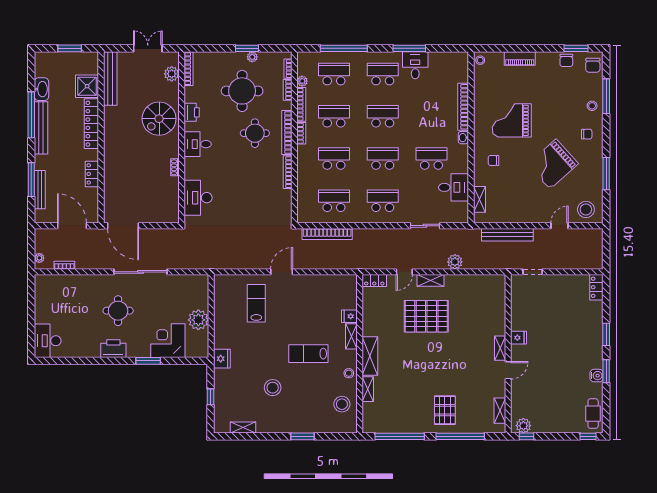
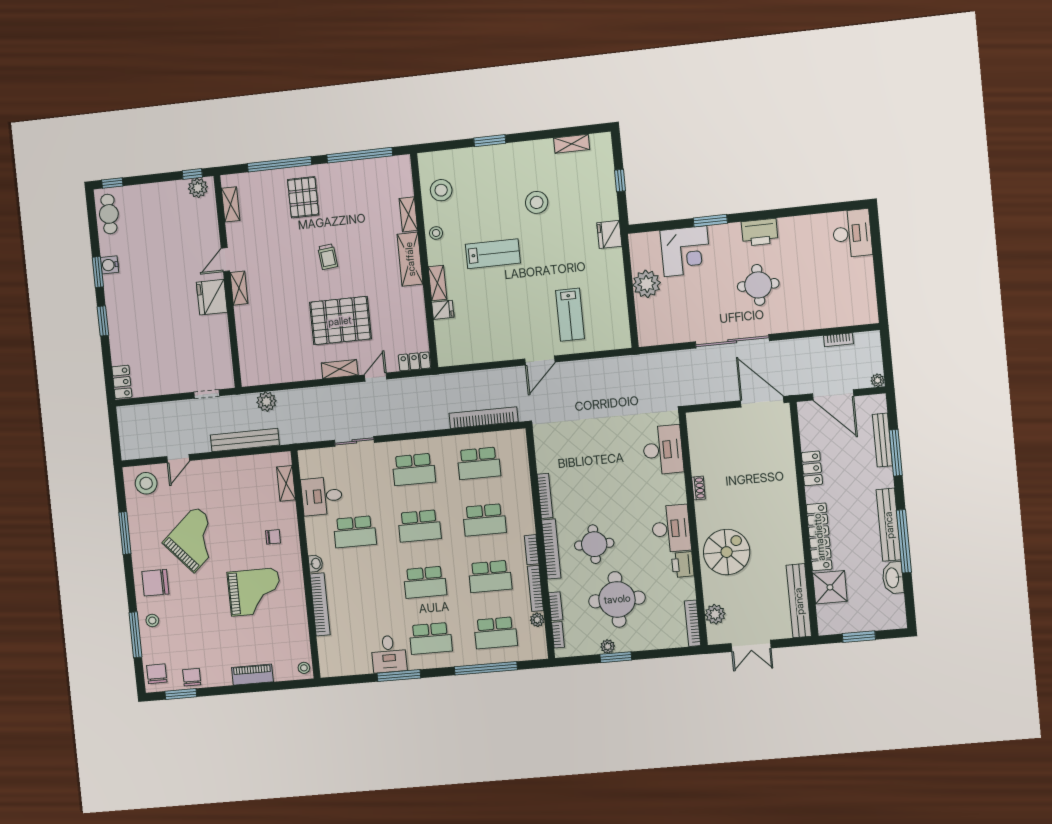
chair: (587, 134) -> (155, 583), width x1.87, depth x1.87
desk: (198, 144) -> (671, 529), width x1.37
plant: (39, 258) -> (878, 380), moved
plant: (455, 262) -> (266, 402), moved
fridge: (519, 338) -> (212, 297), width x1.88, depth x1.34
trolley: (431, 364) -> (328, 257), added

